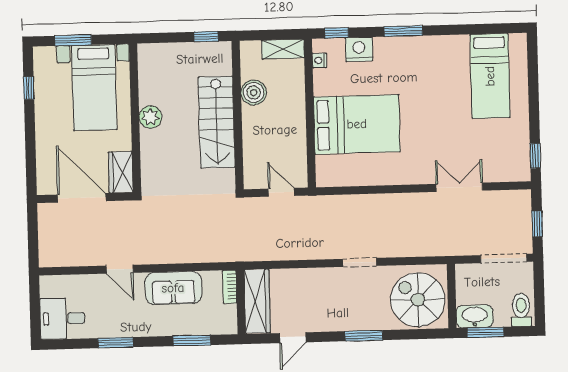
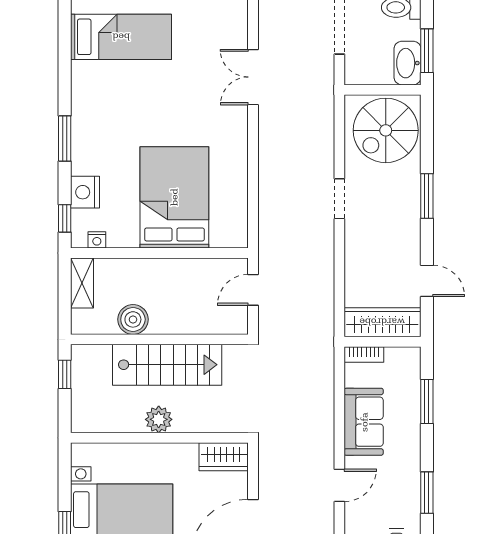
plant: (150, 117) -> (159, 419), moved
wall: (135, 118) -> (159, 438), moved
wardrobe: (121, 172) -> (224, 457), moved

